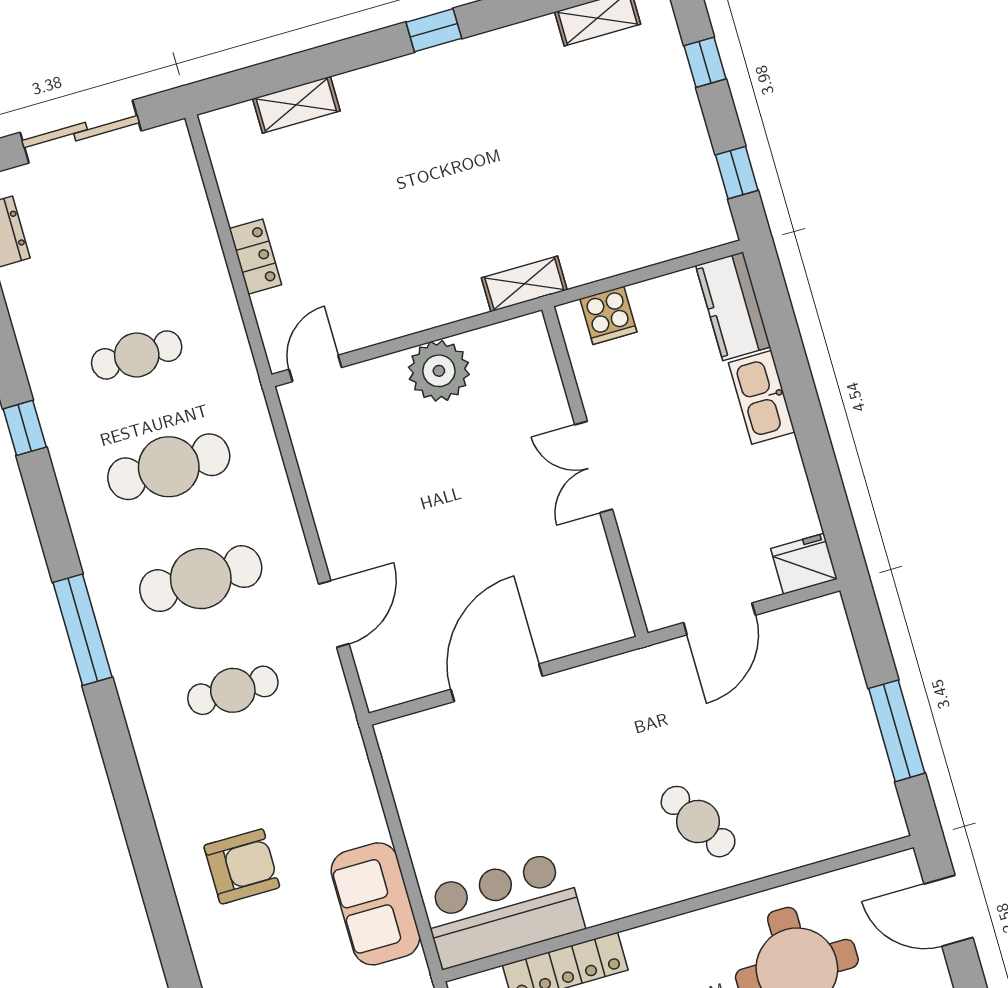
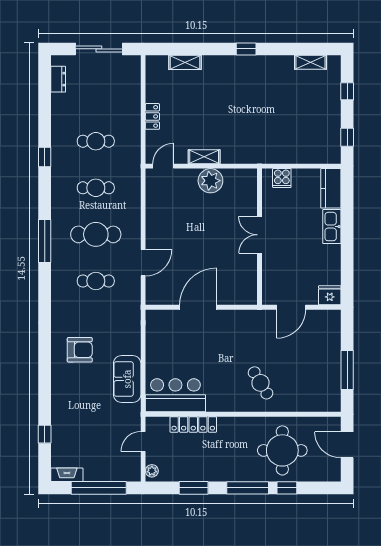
shelving: (524, 284) -> (204, 157), moved
cafe table: (169, 467) -> (96, 188), width x0.73, depth x0.74

